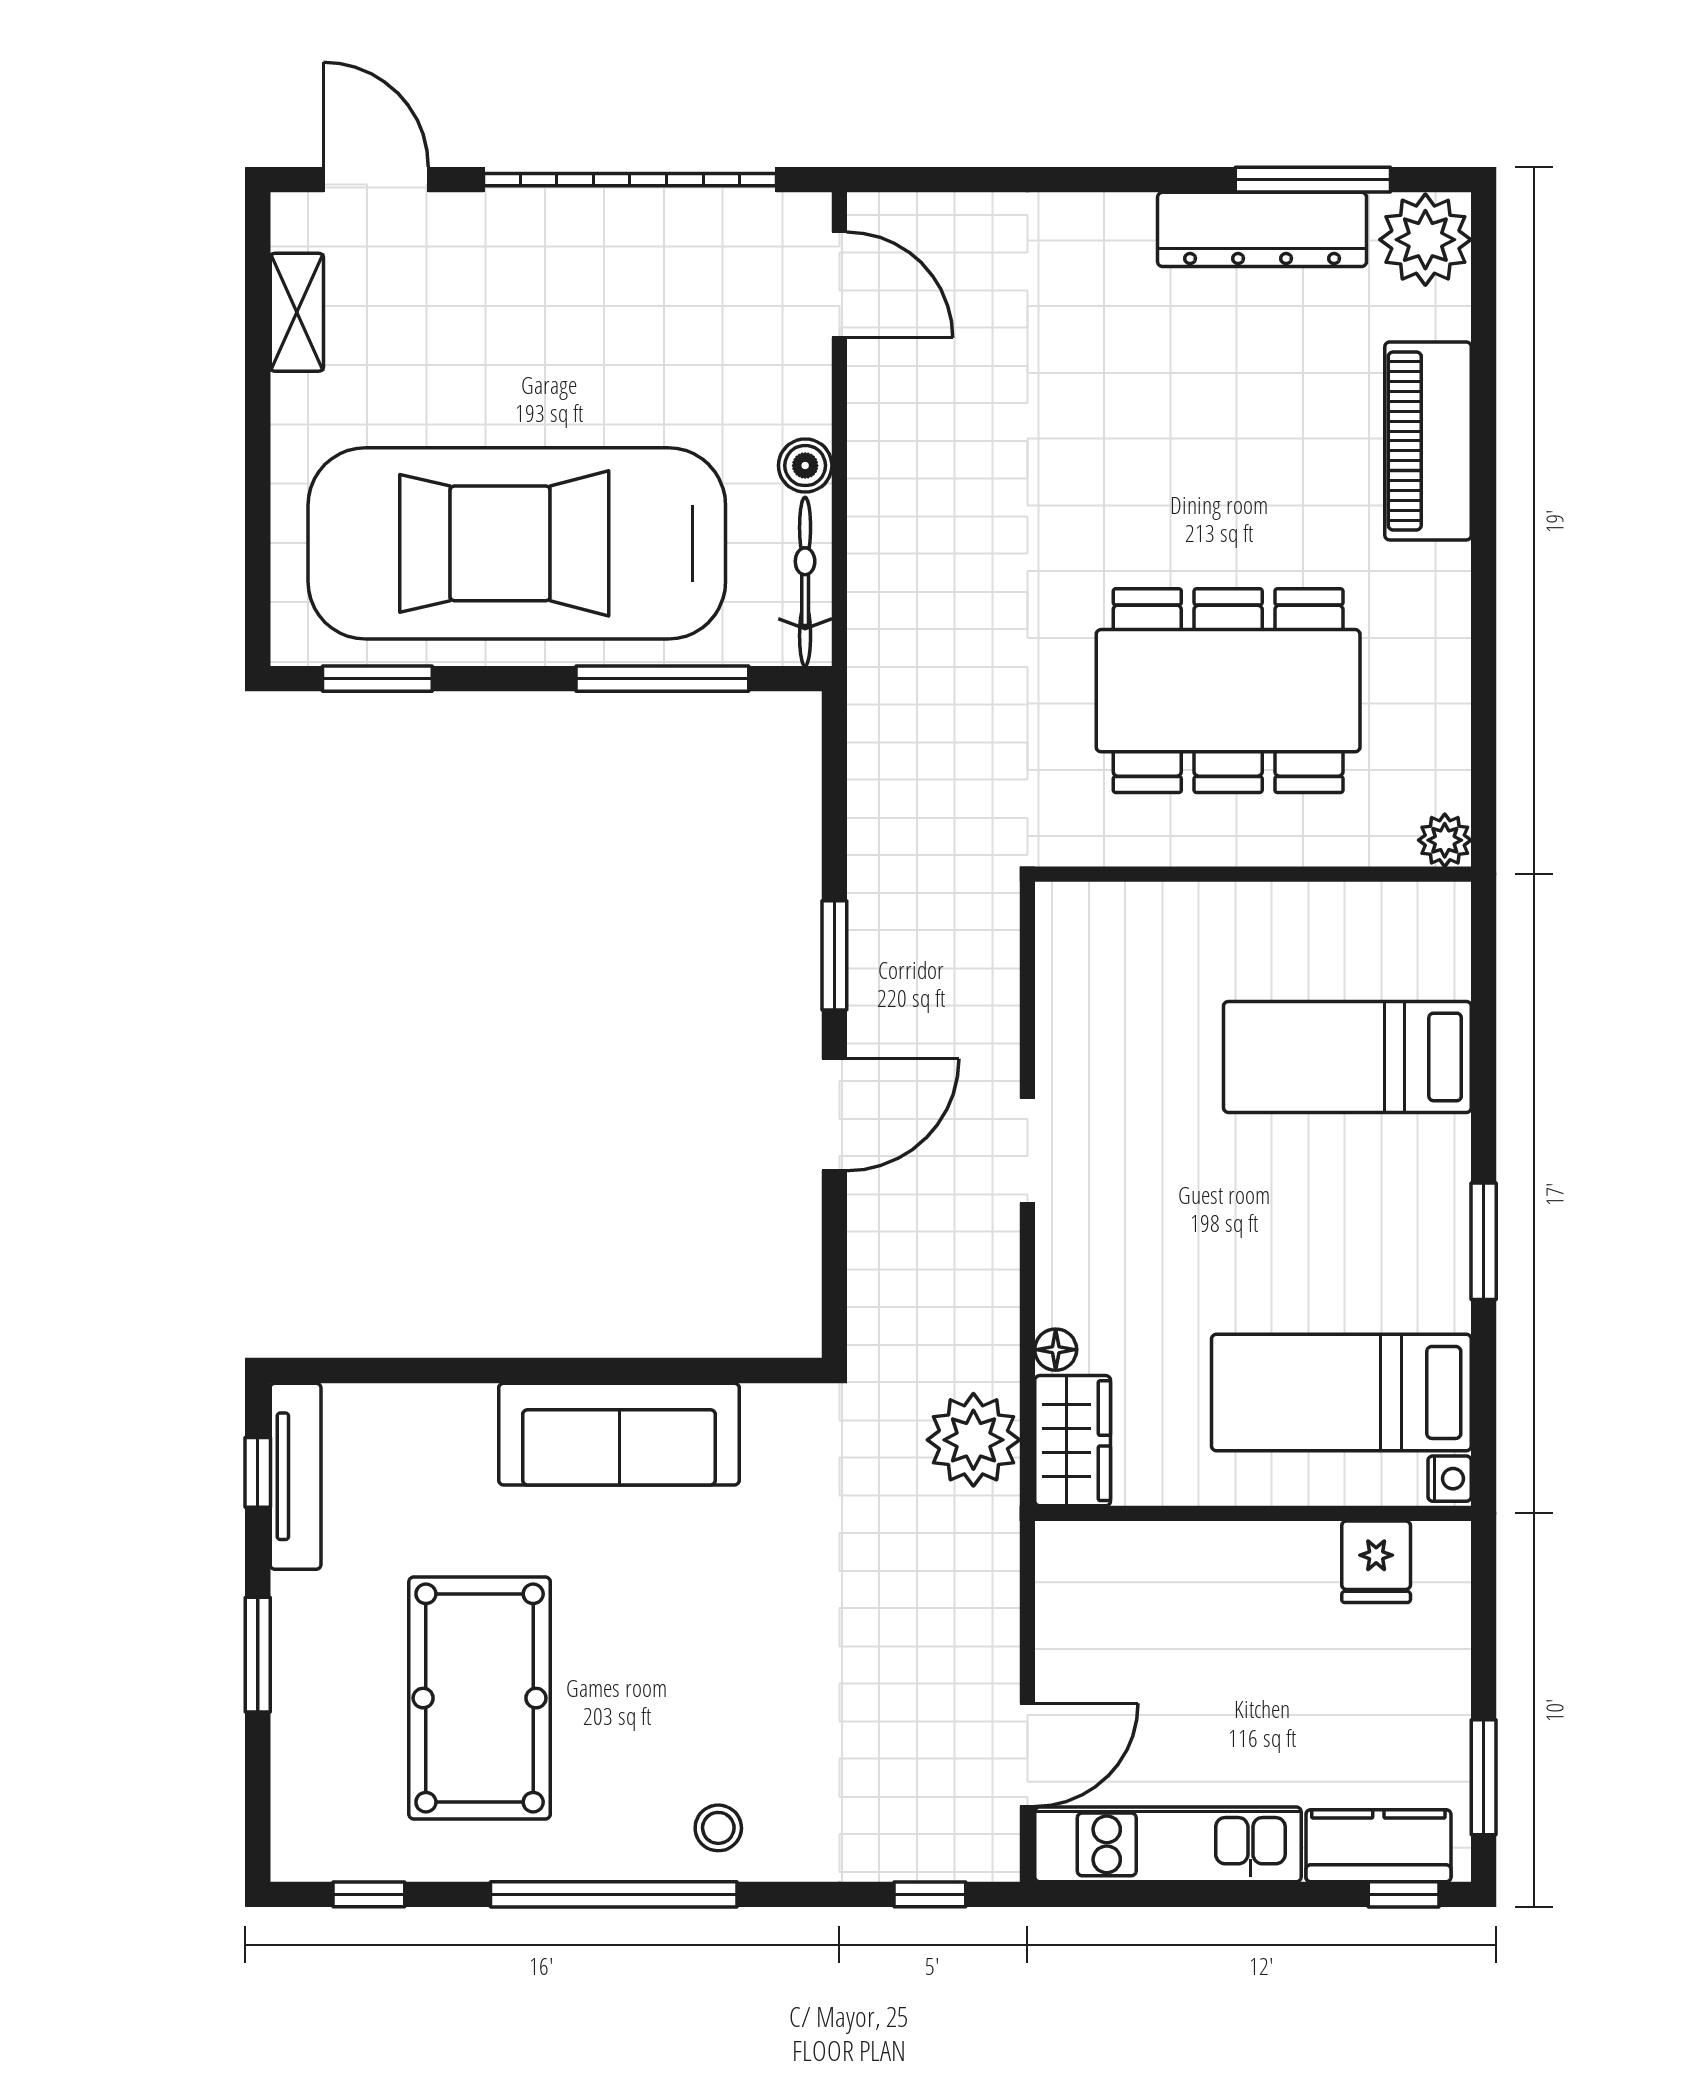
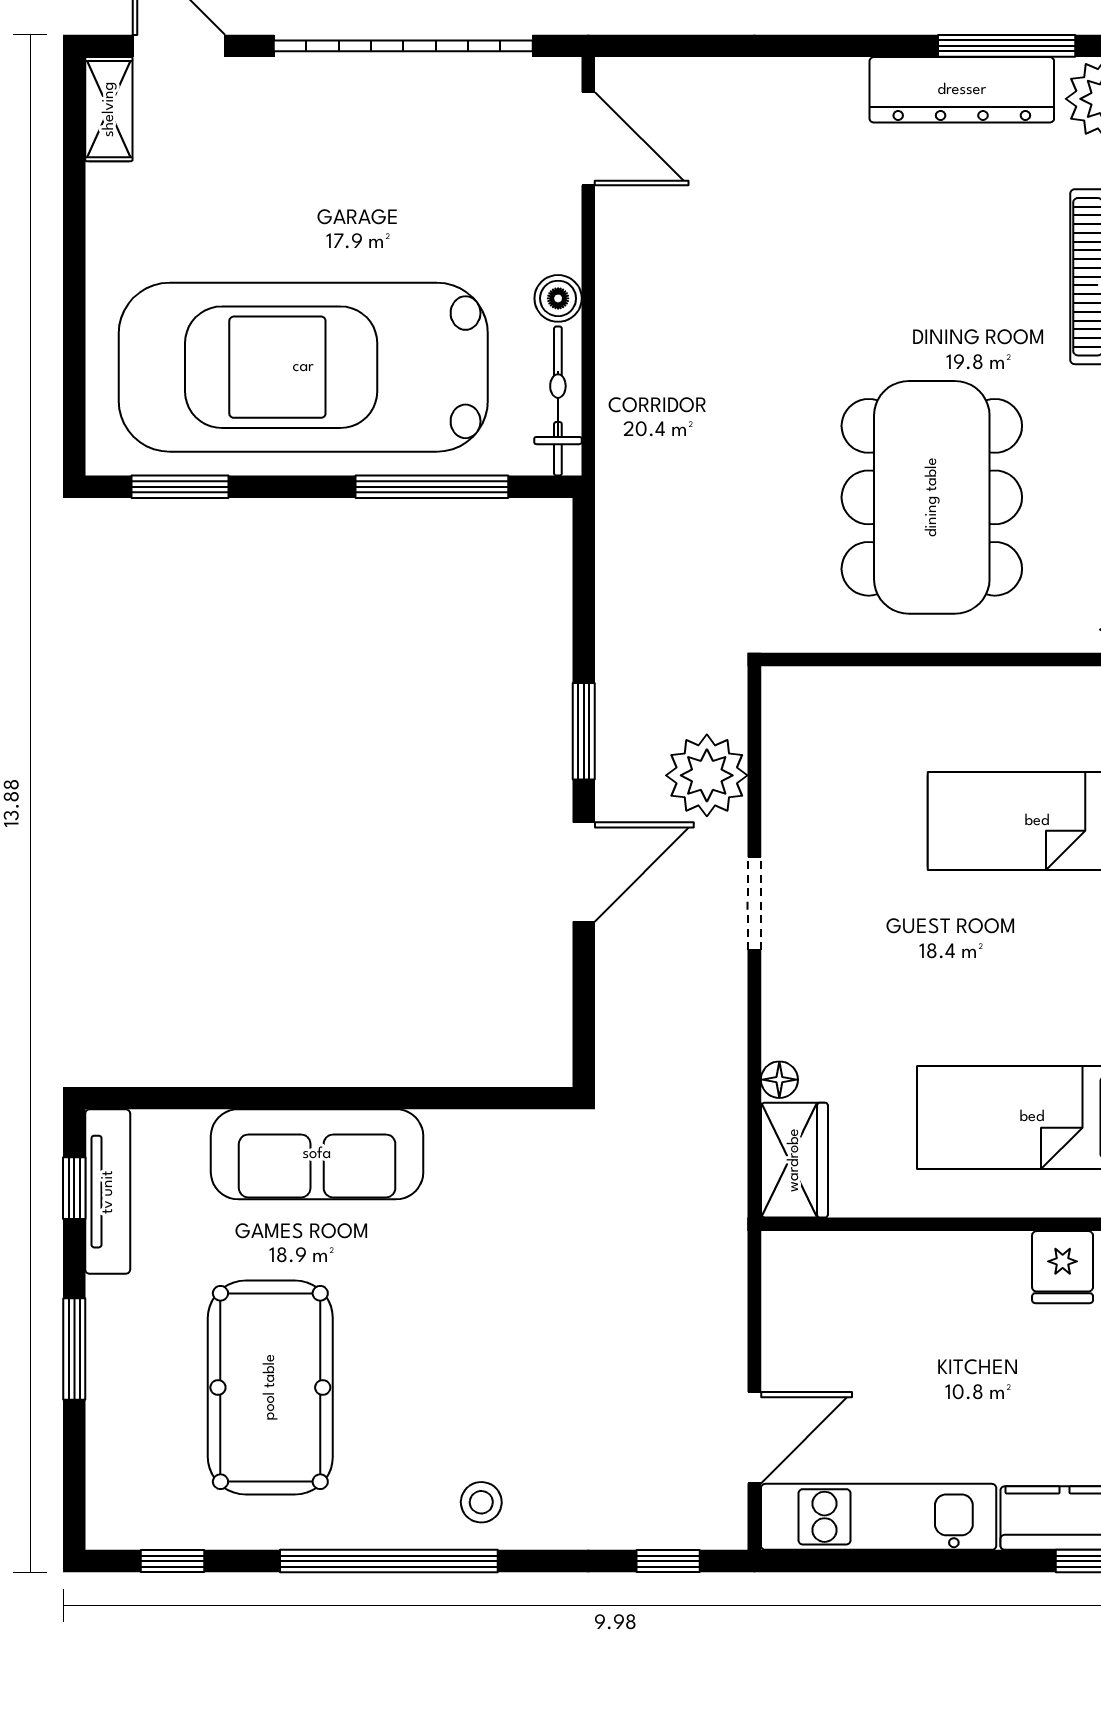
shelving: (297, 312) -> (109, 109), moved
dining table: (1228, 691) -> (932, 497), turned 90
sofa: (619, 1434) -> (317, 1154), moved
plant: (973, 1440) -> (707, 775), moved

